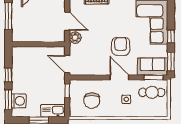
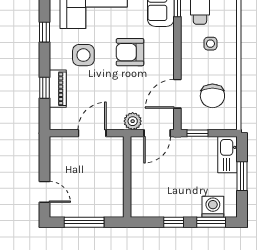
side table: (119, 16) -> (83, 55), added
plant: (75, 38) -> (133, 121), moved
door: (119, 77) -> (177, 94), moved
chair: (92, 101) -> (212, 96), turned 90

